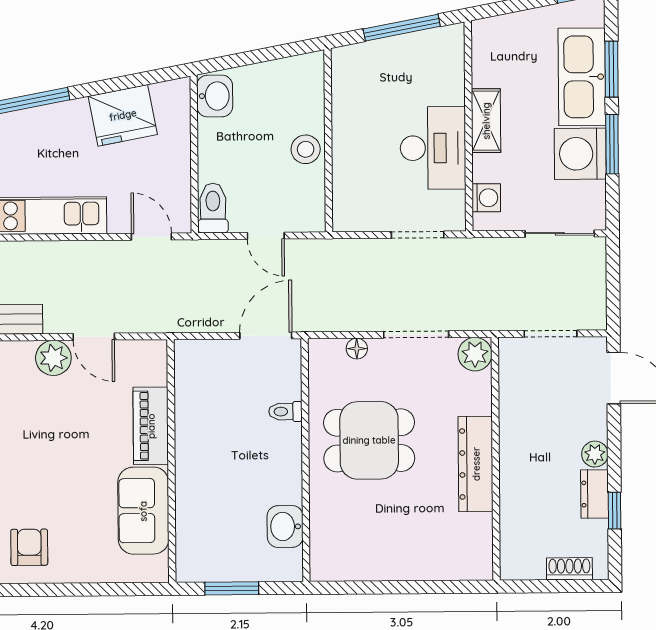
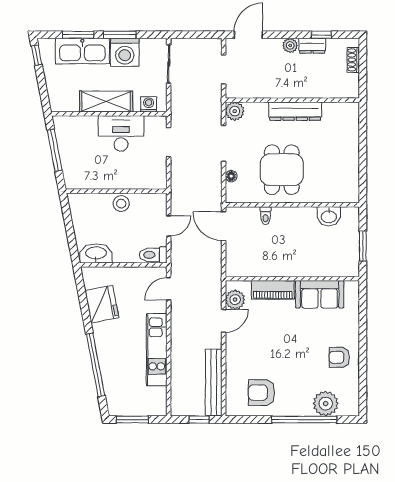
washbasin: (215, 96) -> (96, 253), width x1.38
shelving: (486, 121) -> (106, 101), width x1.50, depth x1.33
plant: (53, 358) -> (235, 300), moved

